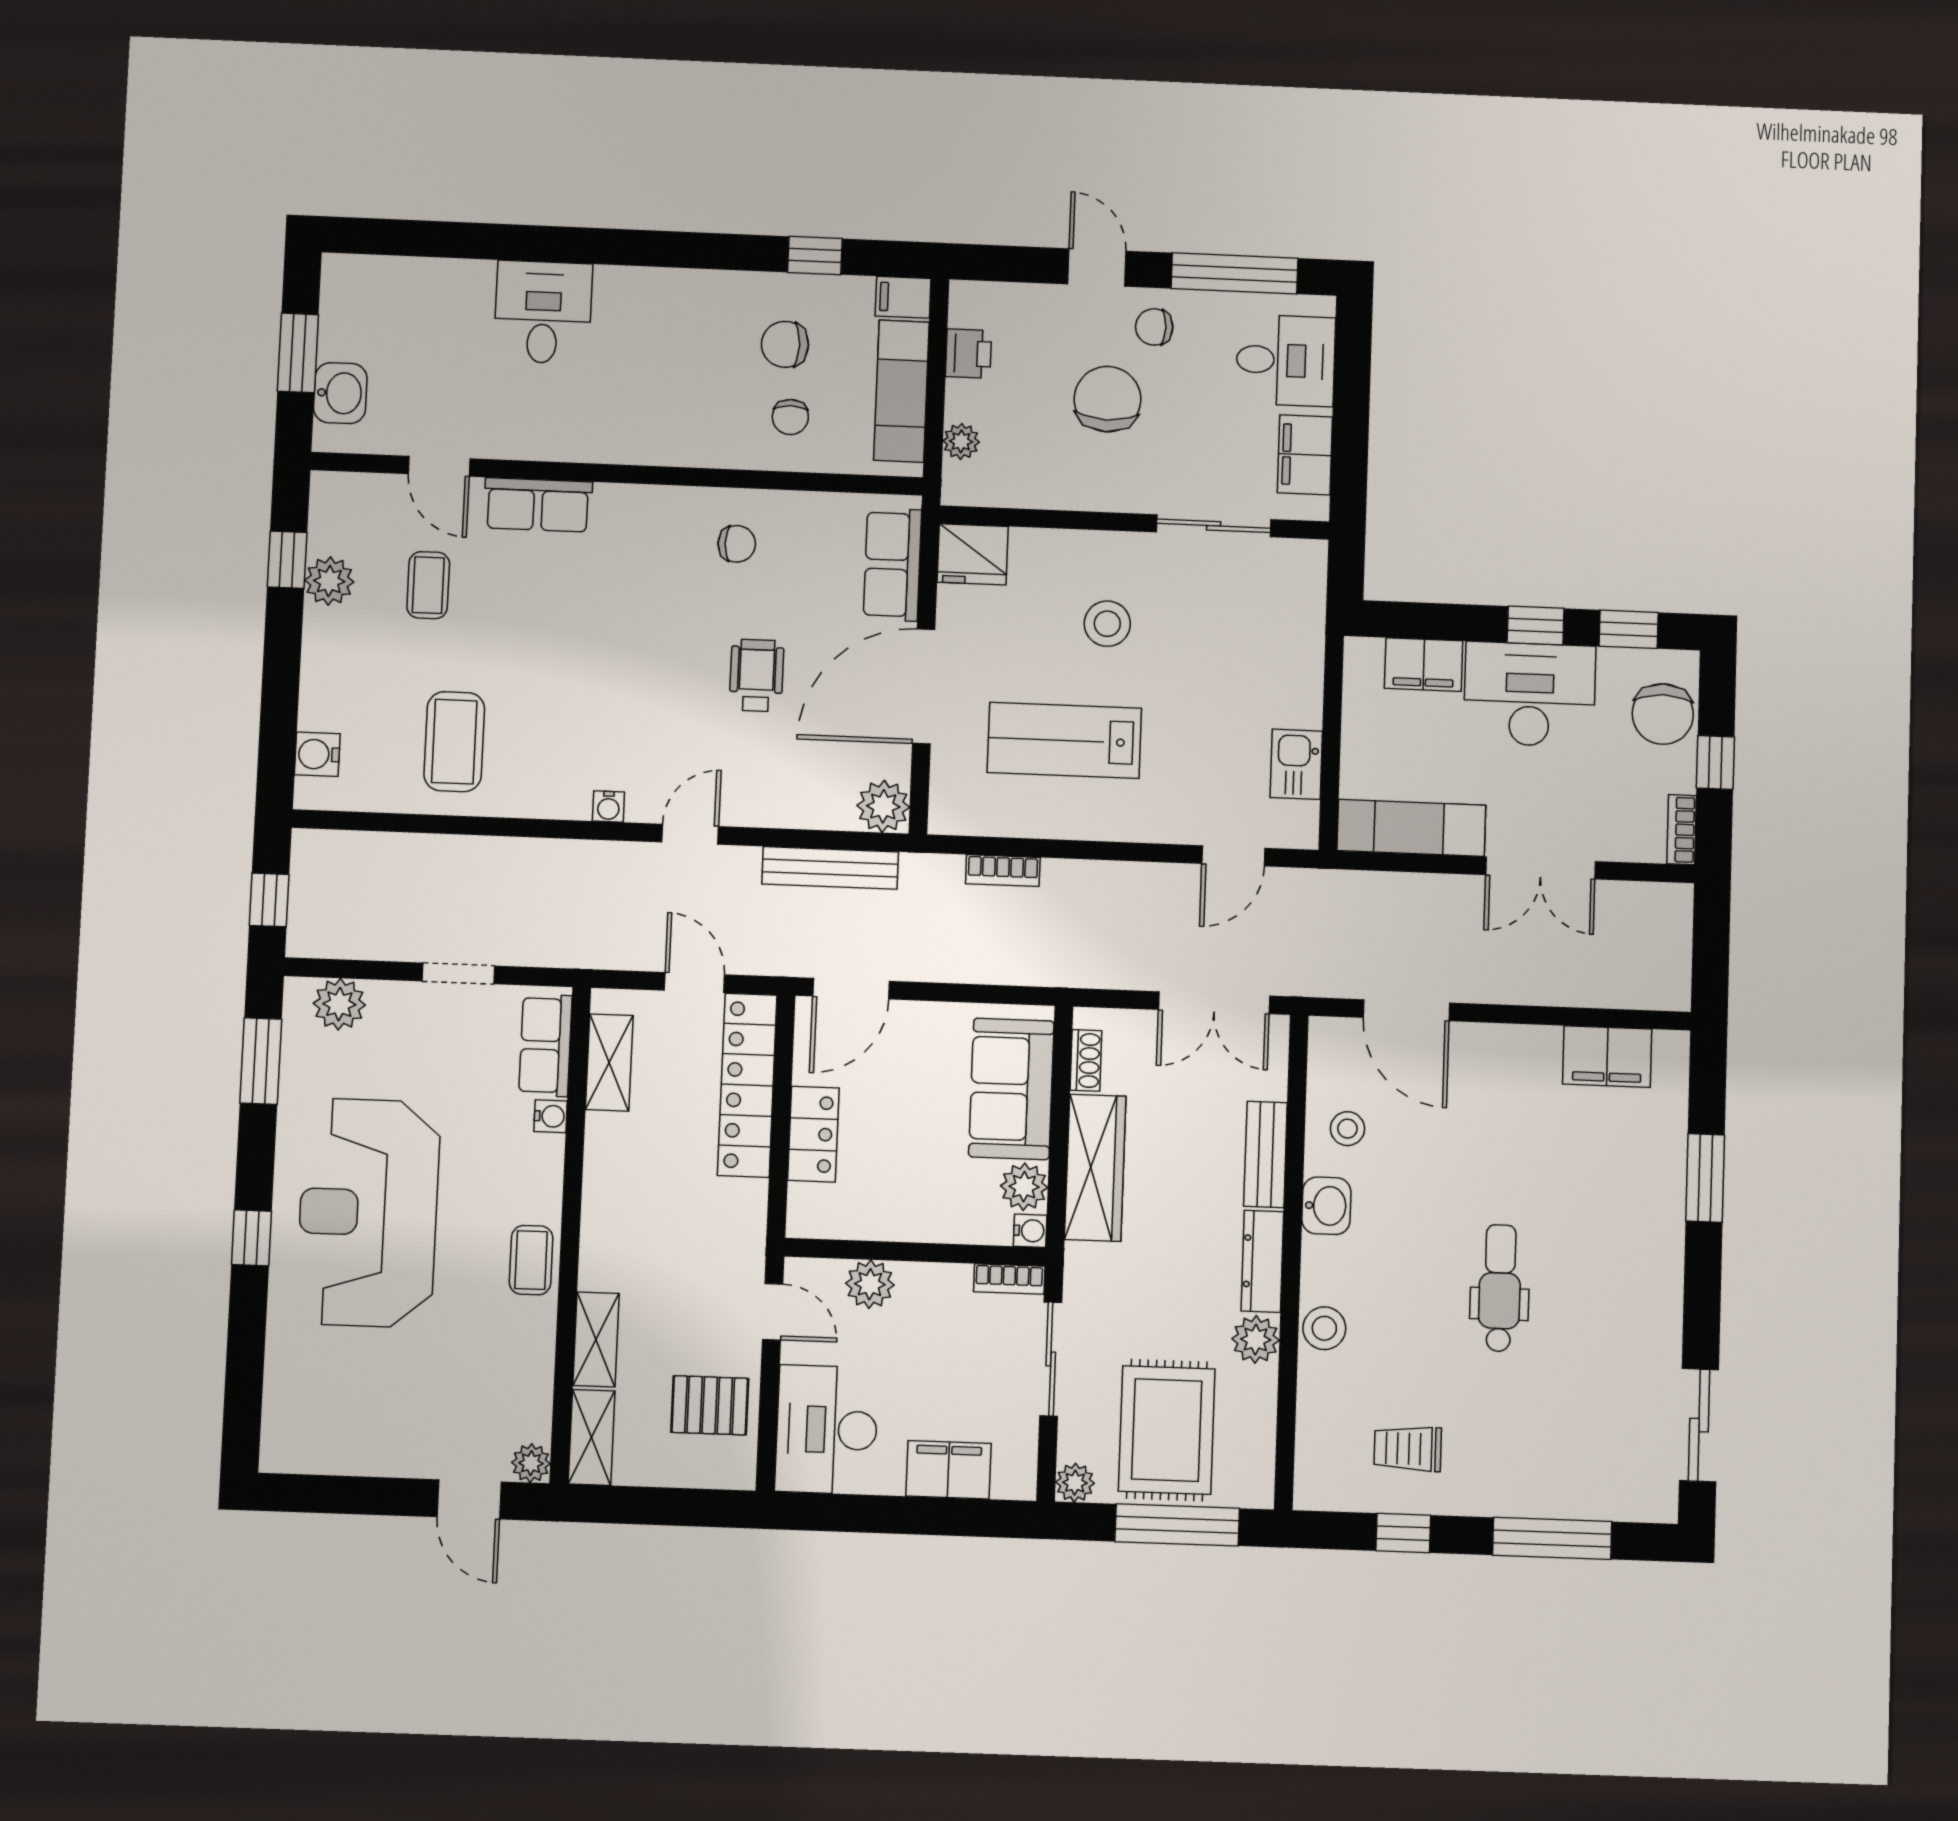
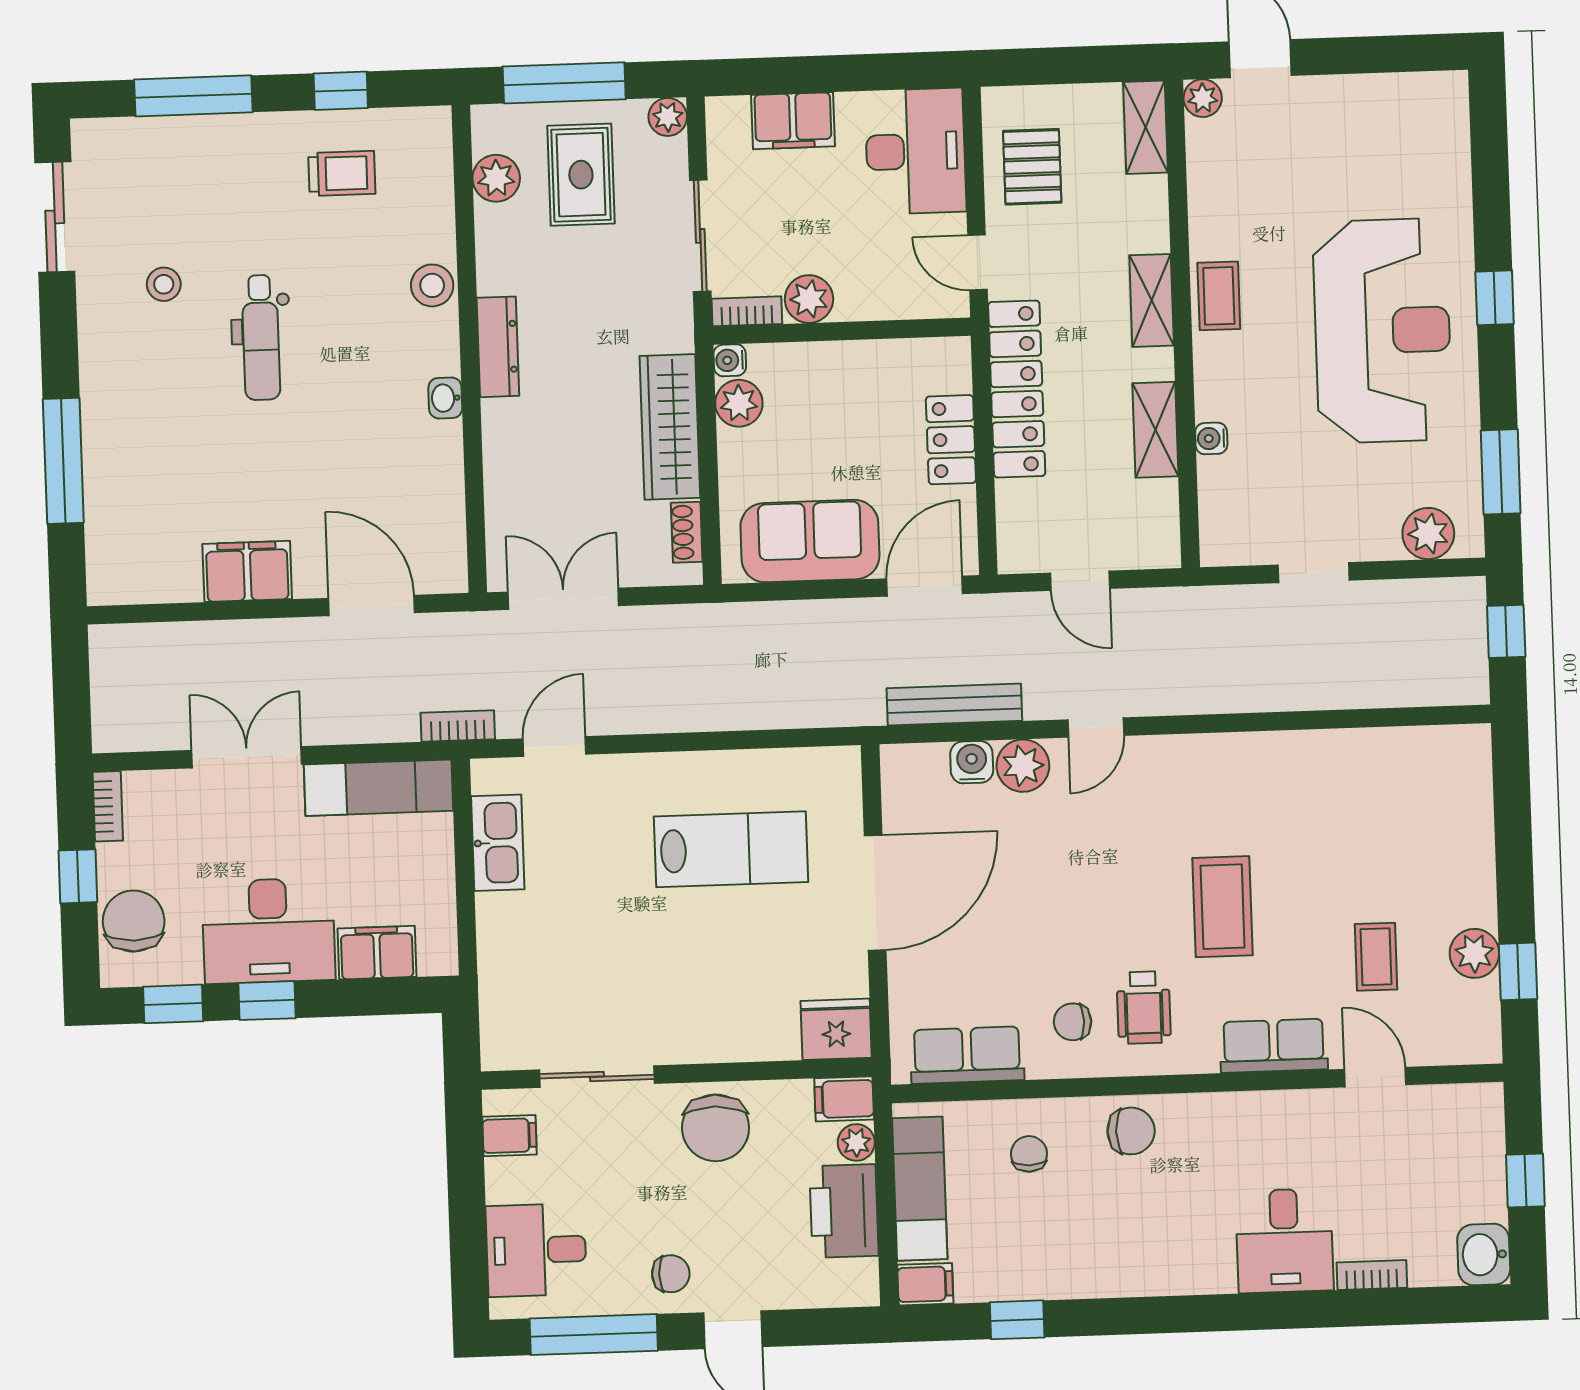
bookcase: (459, 272) -> (1372, 1275), added
chair: (785, 344) -> (1131, 1131), moved
window: (298, 353) -> (1525, 1181), width x0.67
printer: (968, 354) -> (844, 1211), width x1.87, depth x1.48
washbasin: (340, 393) -> (1484, 1255), moved
chair: (1108, 399) -> (716, 1128), moved
filing cabinet: (1305, 455) -> (509, 1136), width x0.50
filing cabinet: (970, 485) -> (844, 1099), added
row of seats: (892, 565) -> (967, 1055), moved, turned -90
stool: (1107, 624) -> (697, 970), removed
wheelchair: (757, 675) -> (1144, 1007), moved
coffee table: (454, 742) -> (1223, 907), moved
water cooler: (317, 754) -> (1471, 780), removed
kitchen sink: (1296, 764) -> (498, 843), width x1.38
plant: (883, 806) -> (1023, 766), moved
water cooler: (608, 807) -> (972, 762), moved, width x1.38, depth x1.38
bookcase: (1003, 871) -> (458, 726), moved
row of seats: (545, 1045) -> (1222, 508), removed
filing cabinet: (1607, 1057) -> (247, 571), moved
shelving: (609, 1063) -> (1155, 430), moved
locker: (747, 1085) -> (1017, 389), moved
sofa: (1011, 1089) -> (810, 541), moved, turned -90
stool: (1347, 1129) -> (164, 284), moved
bench: (1265, 1154) -> (502, 452), removed
window: (1705, 1178) -> (63, 461), width x1.44
washbasin: (1326, 1206) -> (445, 398), width x0.72, depth x0.69
plant: (870, 1284) -> (809, 299), moved
shelving: (596, 1339) -> (1152, 300), moved
plant: (1256, 1339) -> (496, 178), moved
pallet: (710, 1405) -> (1032, 167), turned 90
rug: (1167, 1430) -> (581, 175), width x0.73, depth x0.70

